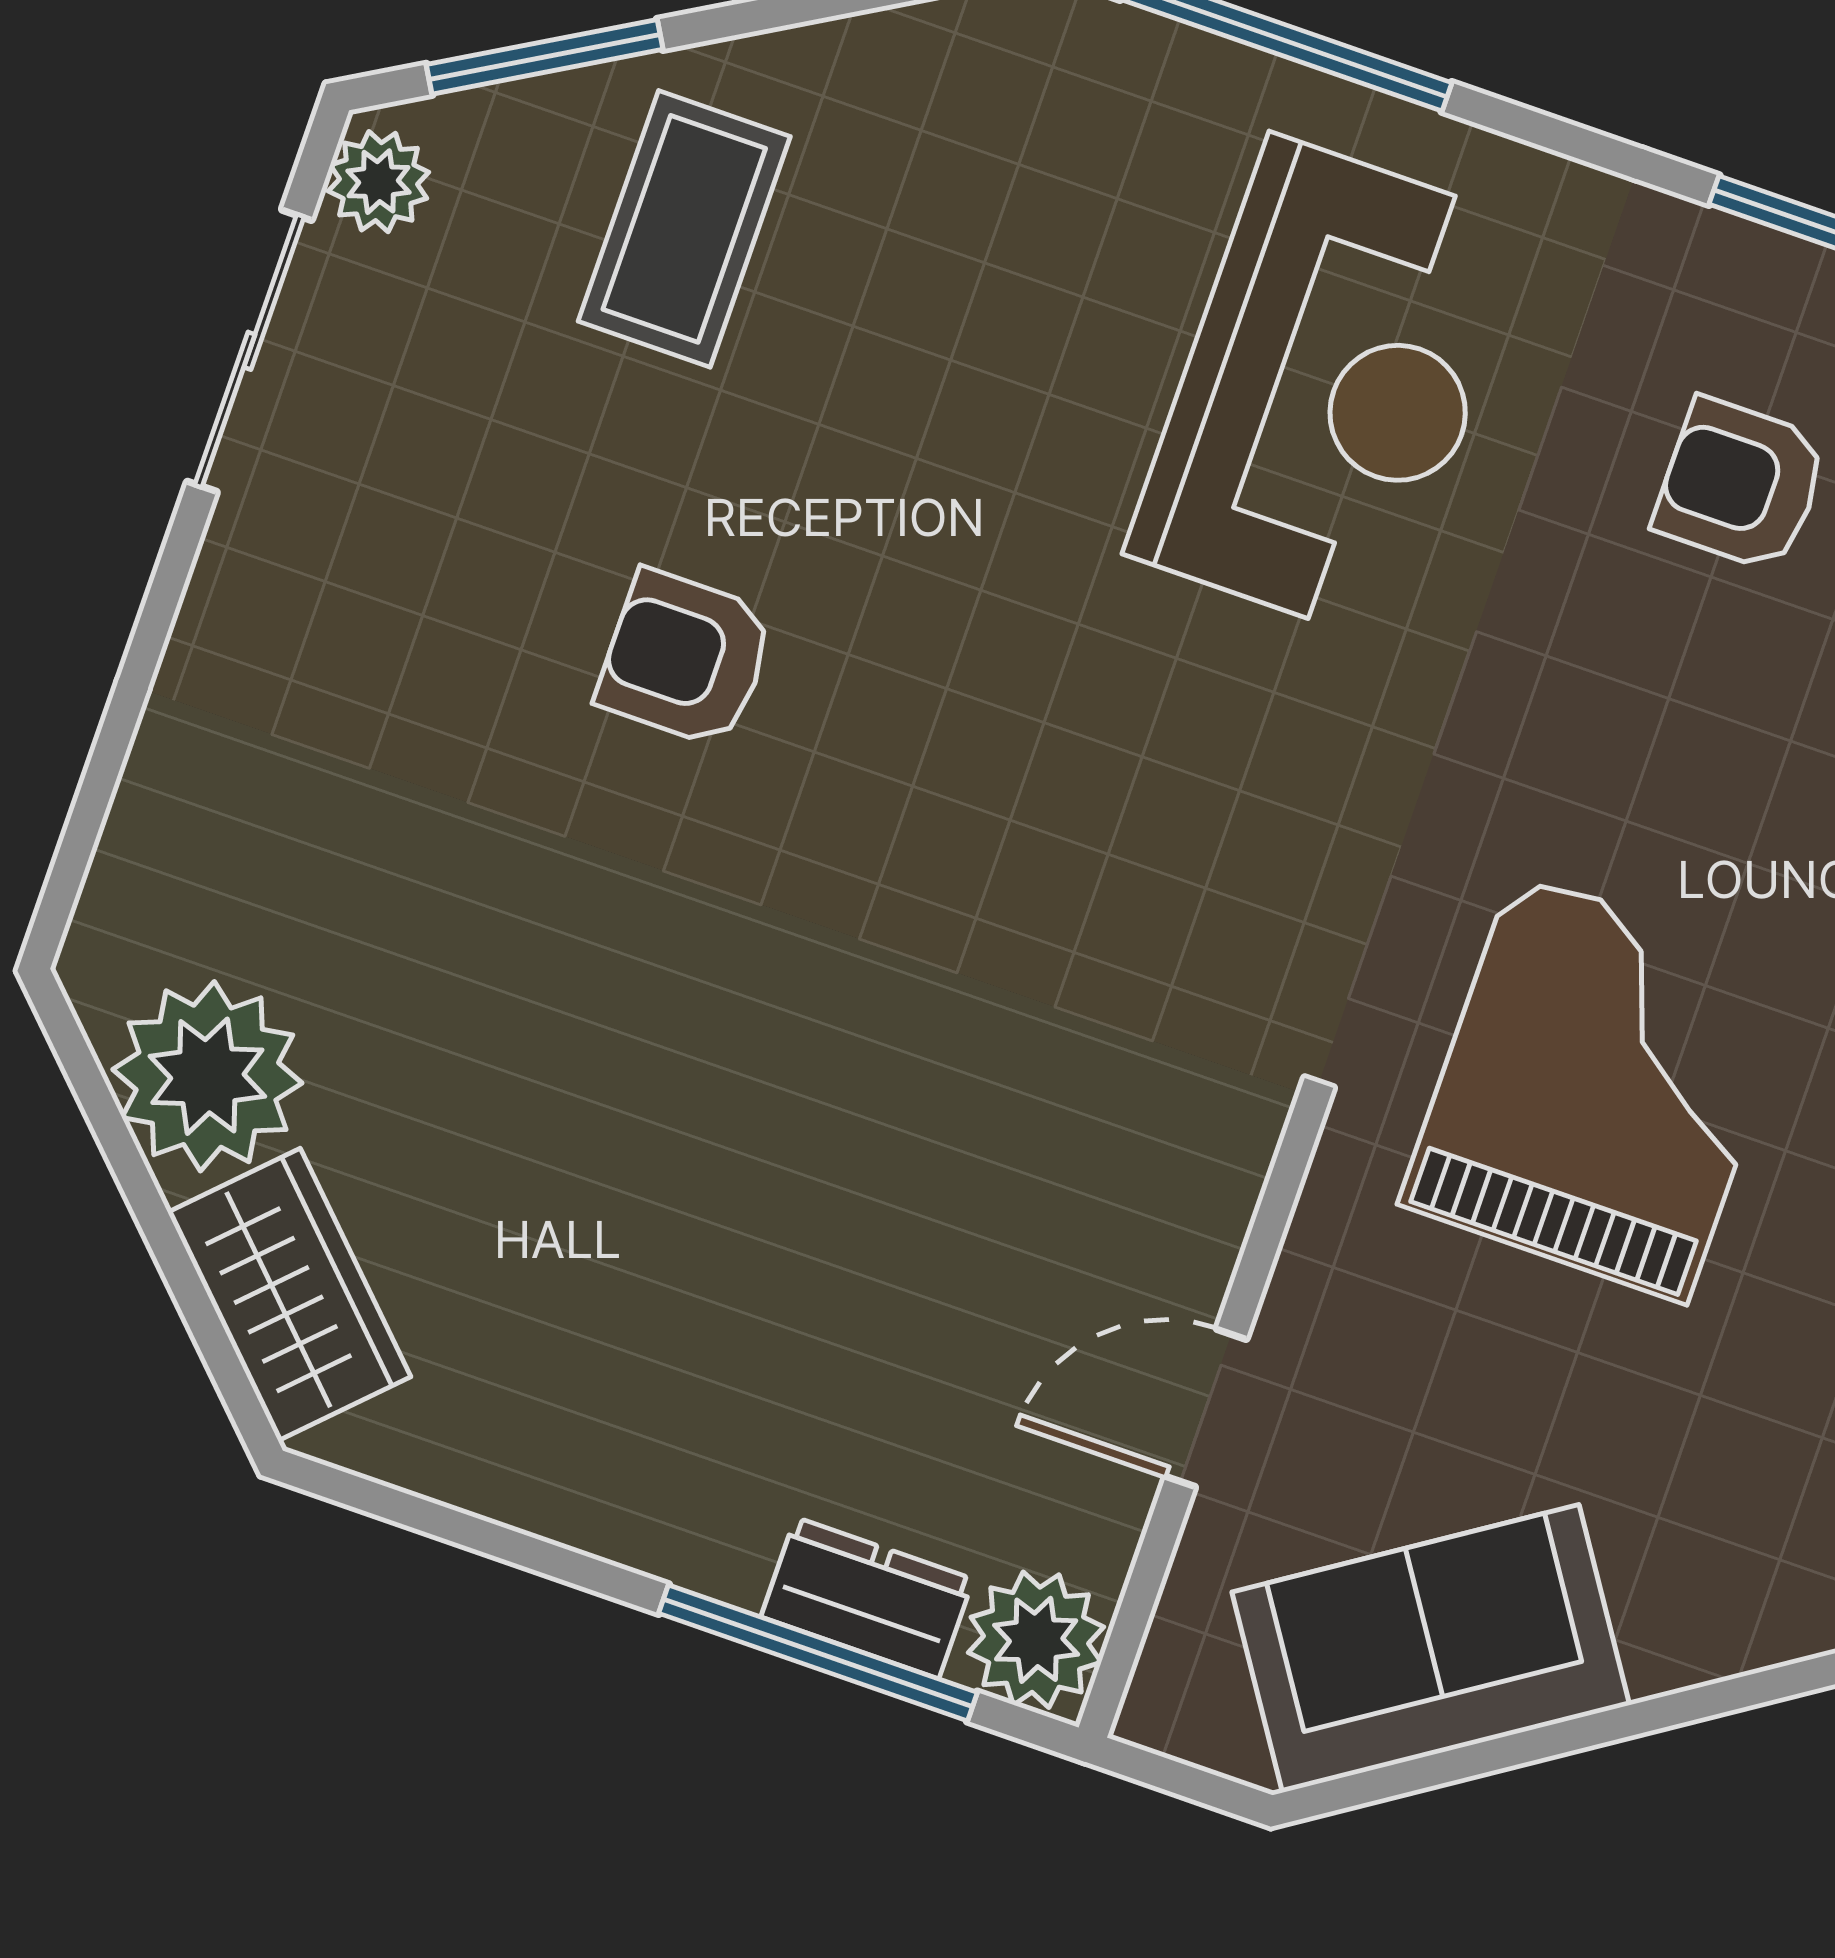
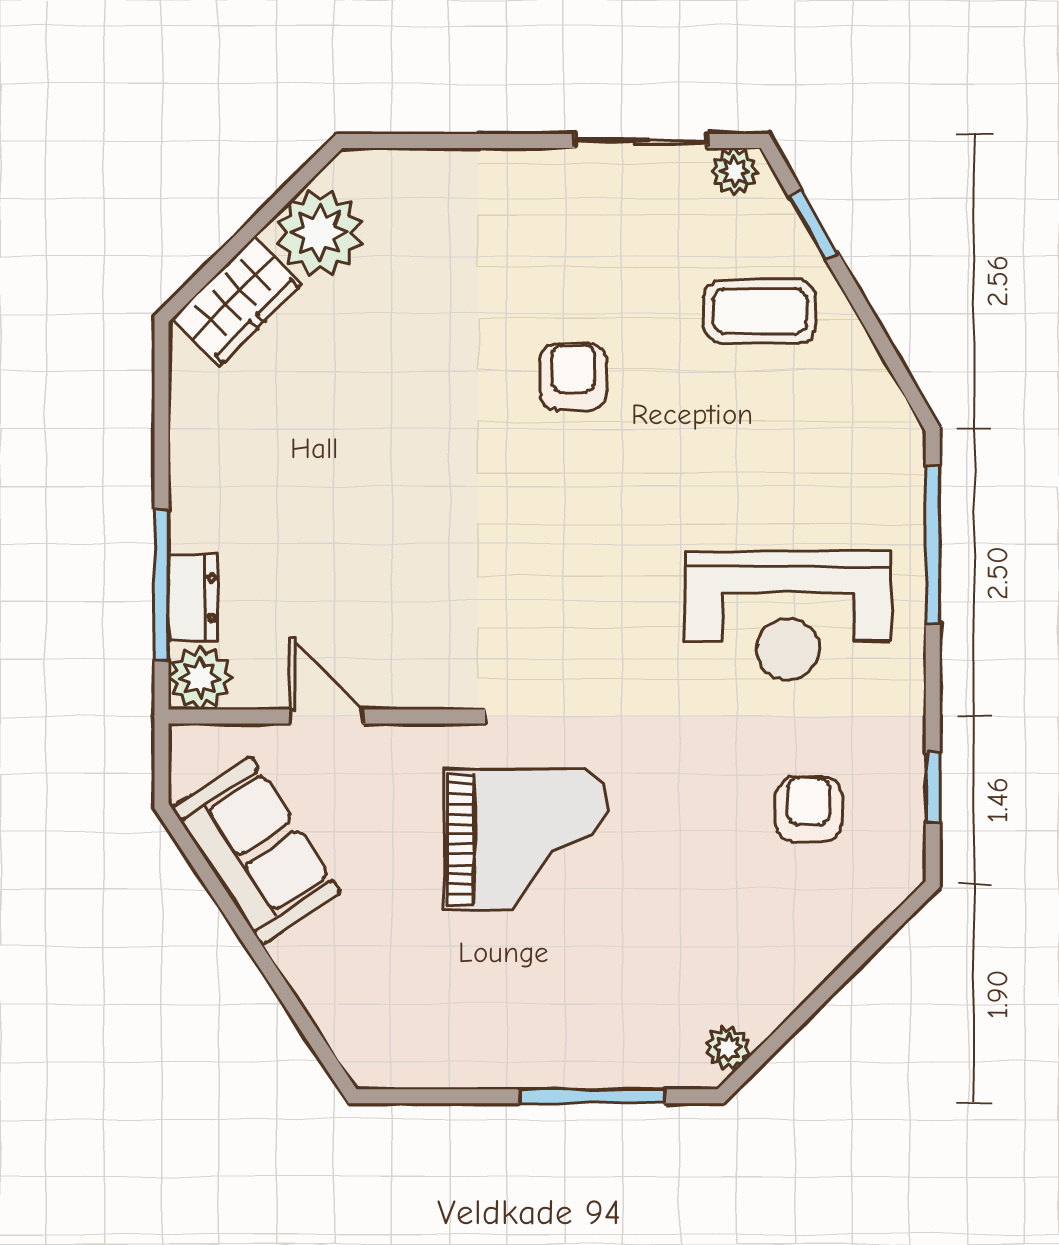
window: (545, 57) -> (814, 225), width x0.67

